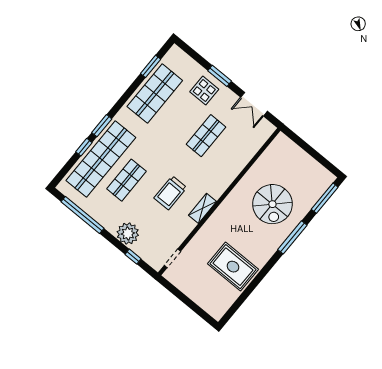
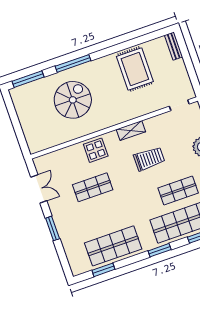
display table: (204, 90) -> (96, 150), moved
window: (102, 126) -> (160, 250), moved
bench: (210, 309) -> (174, 46), added

